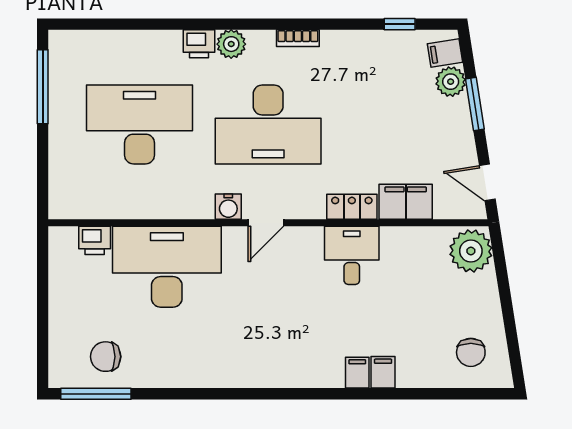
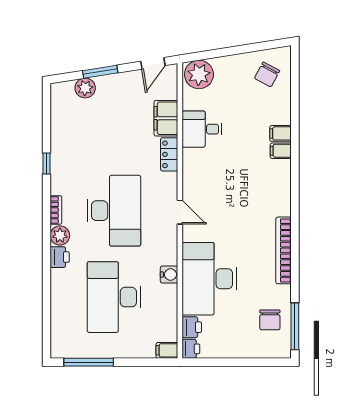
window: (400, 24) -> (46, 164), moved
bookcase: (298, 38) -> (56, 210), moved
filing cabinet: (445, 53) -> (167, 350), moved, turned 99
water cooler: (228, 207) -> (169, 275), moved
printer: (62, 239) -> (191, 349), added
desk: (352, 255) -> (202, 129), moved
chair: (471, 352) -> (267, 74), turned 118
bookcase: (209, 377) -> (284, 250), added

